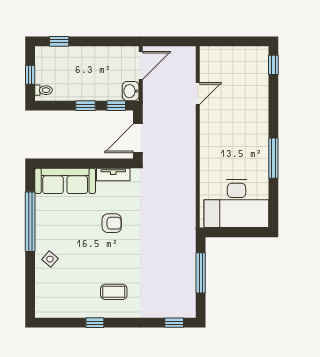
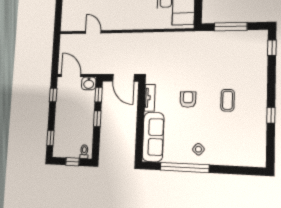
window: (115, 41) -> (53, 95), added
side table: (50, 259) -> (198, 149), moved
coffee table: (114, 292) -> (228, 100), moved

